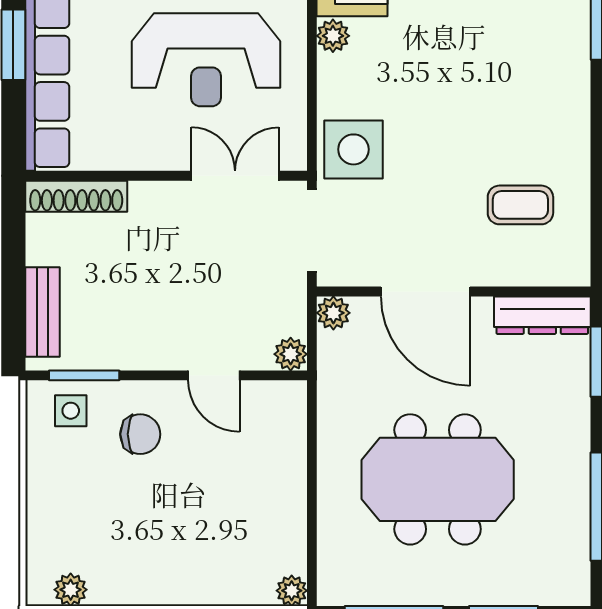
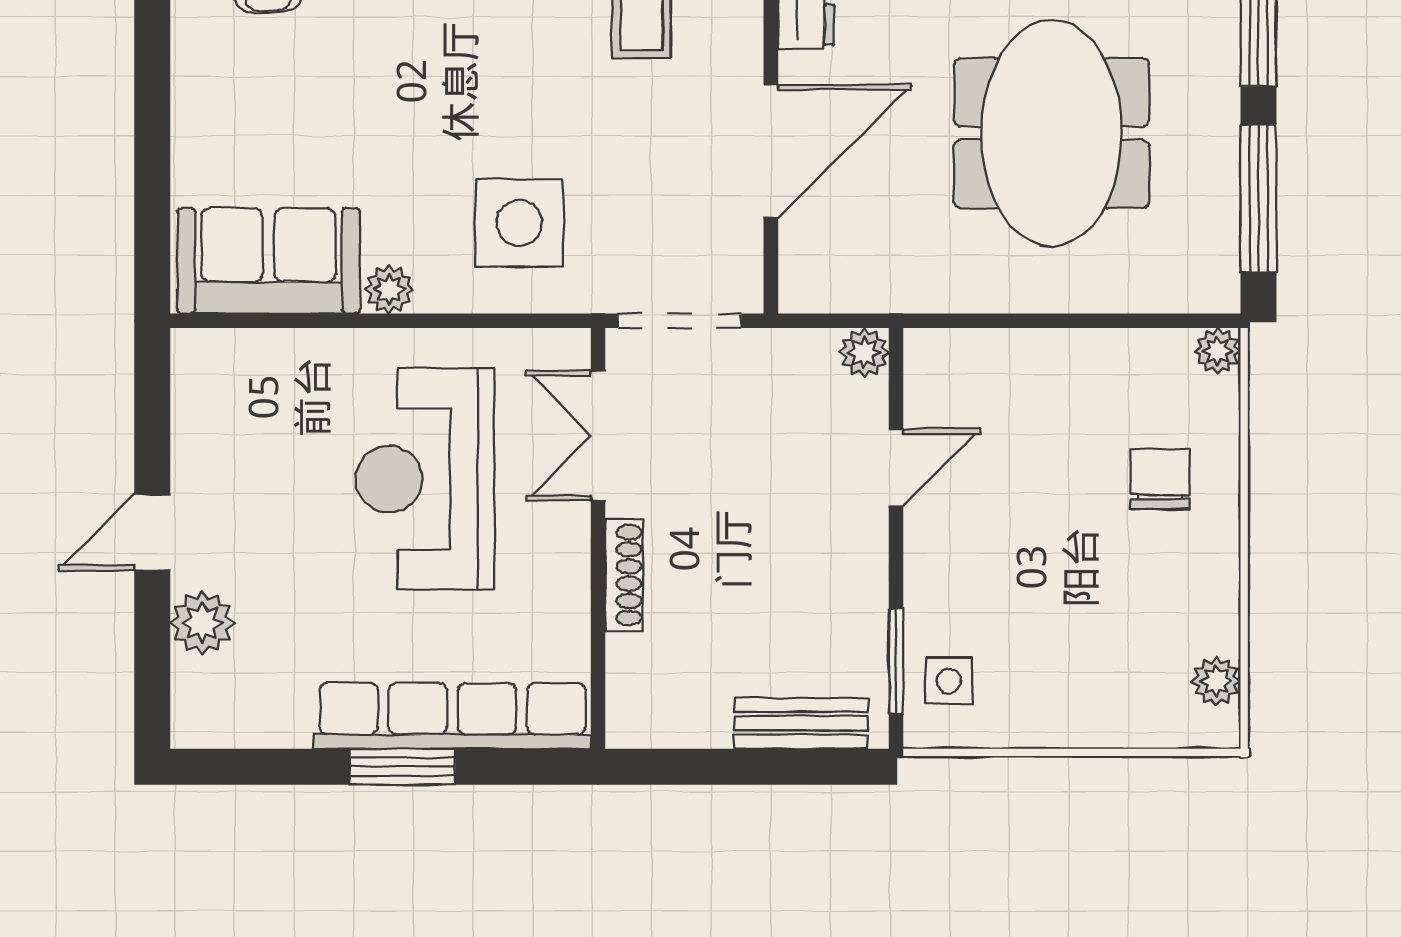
reception desk: (206, 60) -> (425, 479), turned 180
side table: (353, 149) -> (519, 223), moved
shoe rack: (76, 196) -> (624, 575), moved, width x0.74, depth x0.81
plant: (333, 313) -> (803, 289), removed
chair: (140, 434) -> (1160, 479), moved

